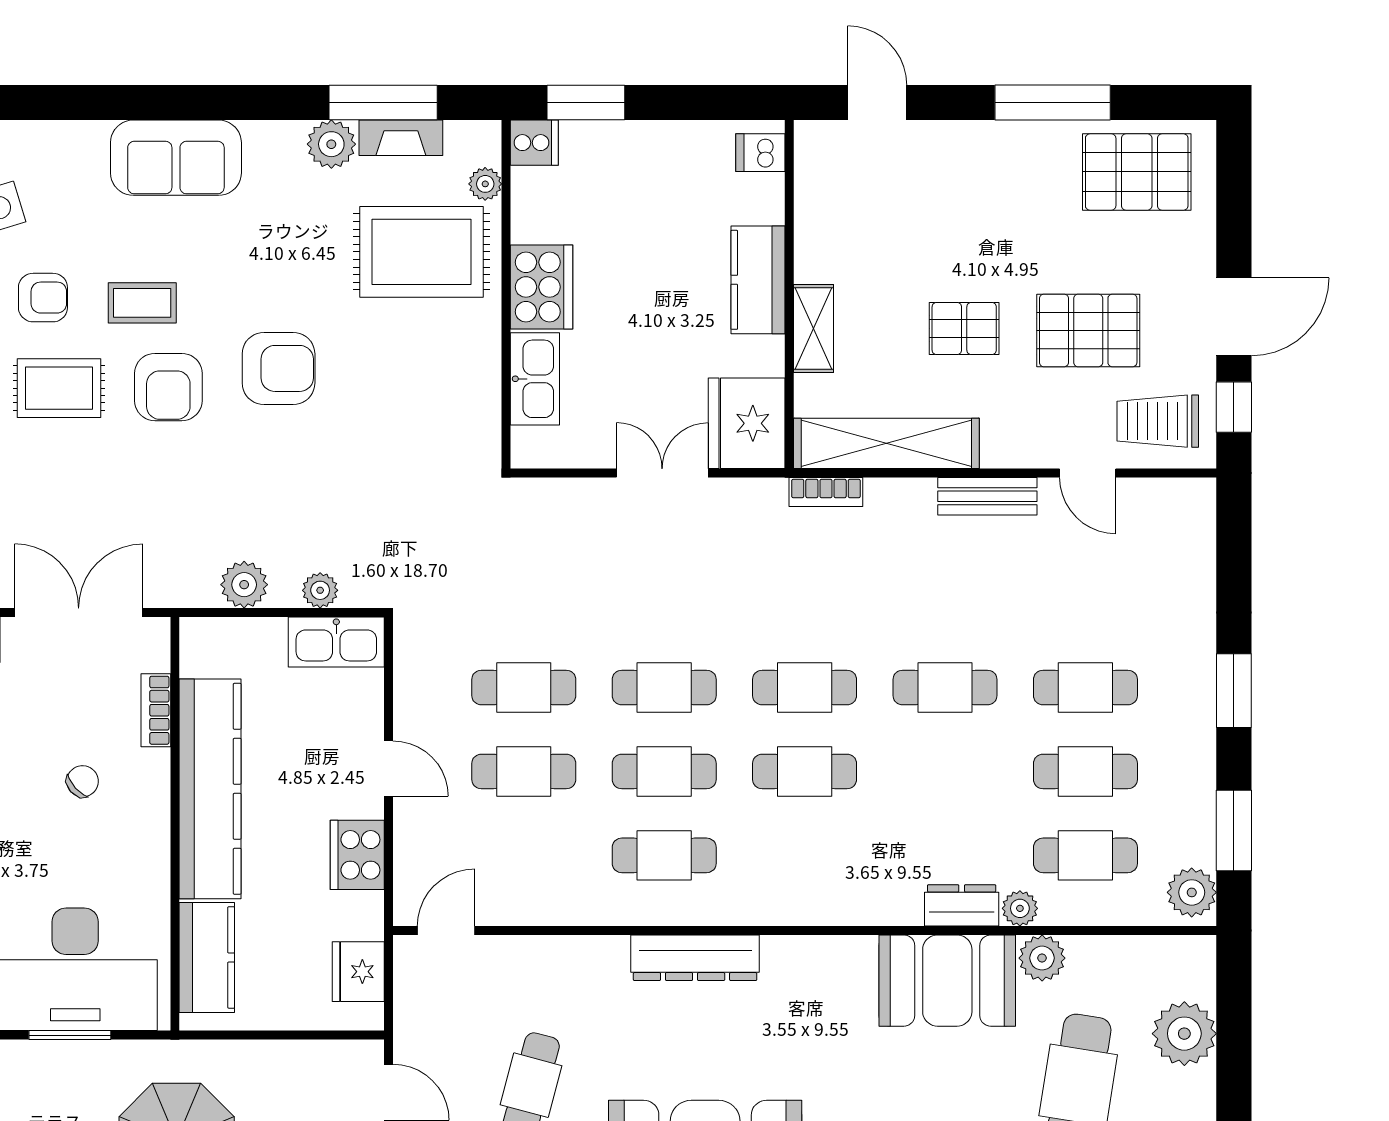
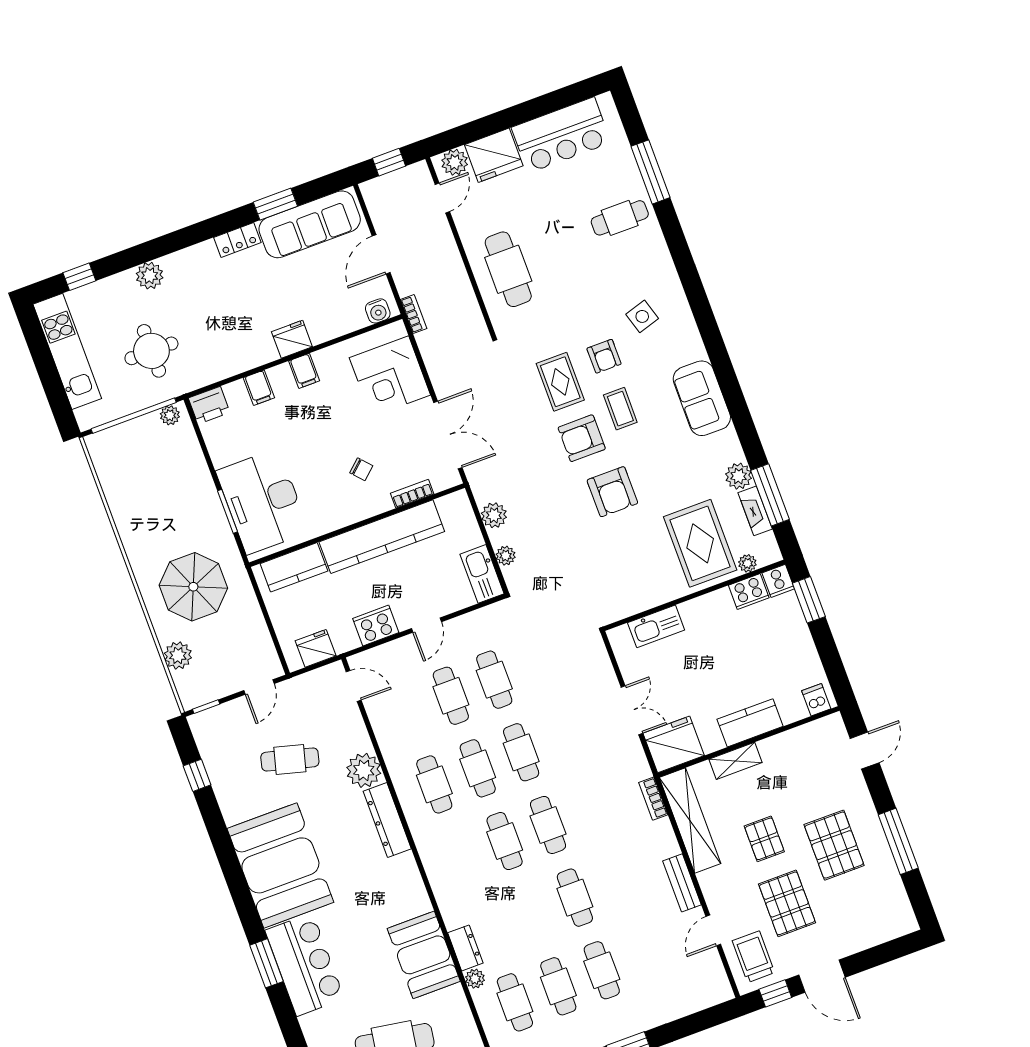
pallet: (1137, 172) -> (834, 845), moved
cooker: (541, 287) -> (749, 592), moved, width x0.73, depth x0.76
plant: (1042, 958) -> (364, 770), moved, width x1.36, depth x1.36

